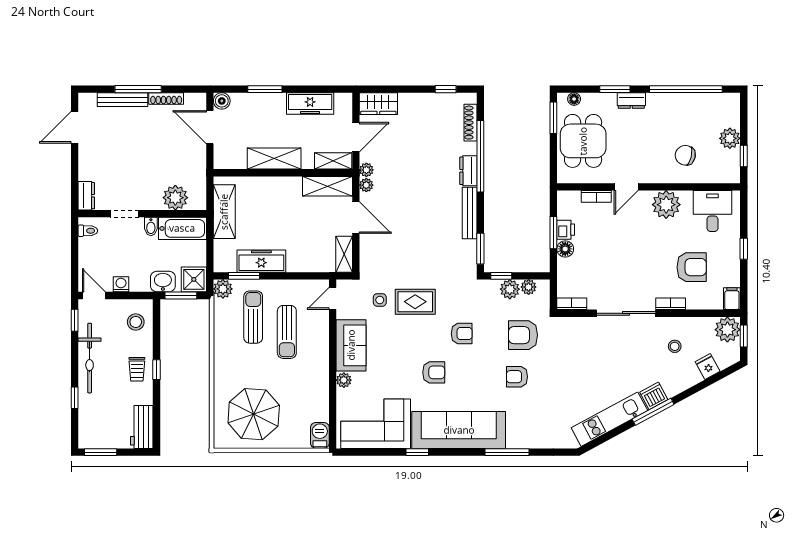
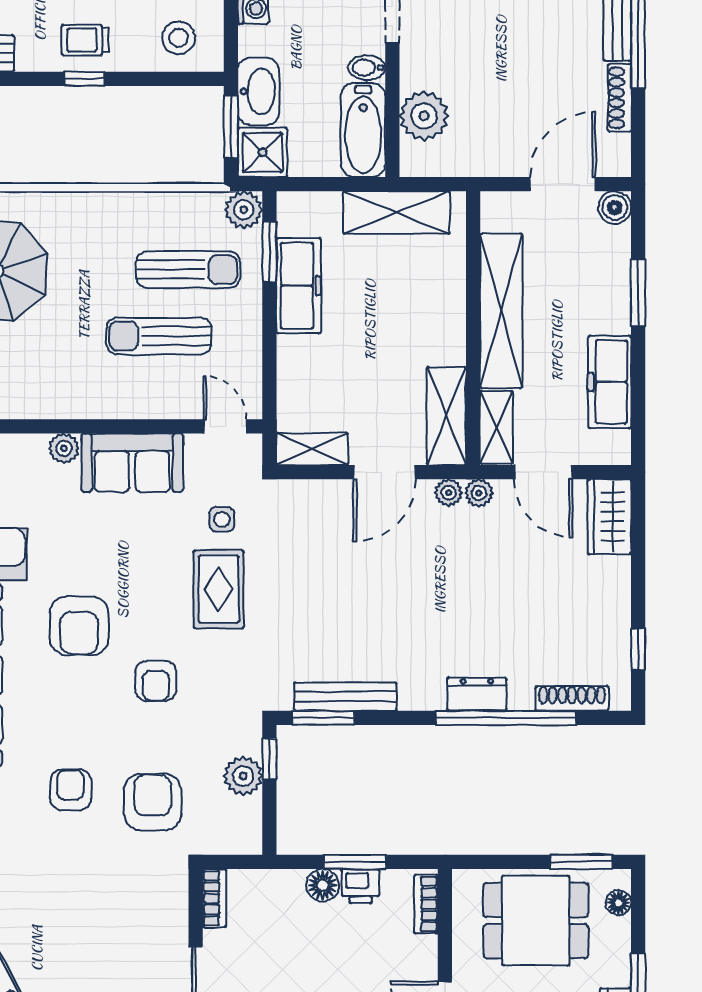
shelving: (274, 158) -> (501, 311), width x1.47
bookcase: (596, 196) -> (426, 904), moved
bench: (470, 213) -> (345, 697), moved
washbasin: (163, 282) -> (258, 91), width x1.38
plant: (529, 287) -> (248, 813), removed
armchair: (434, 372) -> (79, 626), width x1.38, depth x1.38

